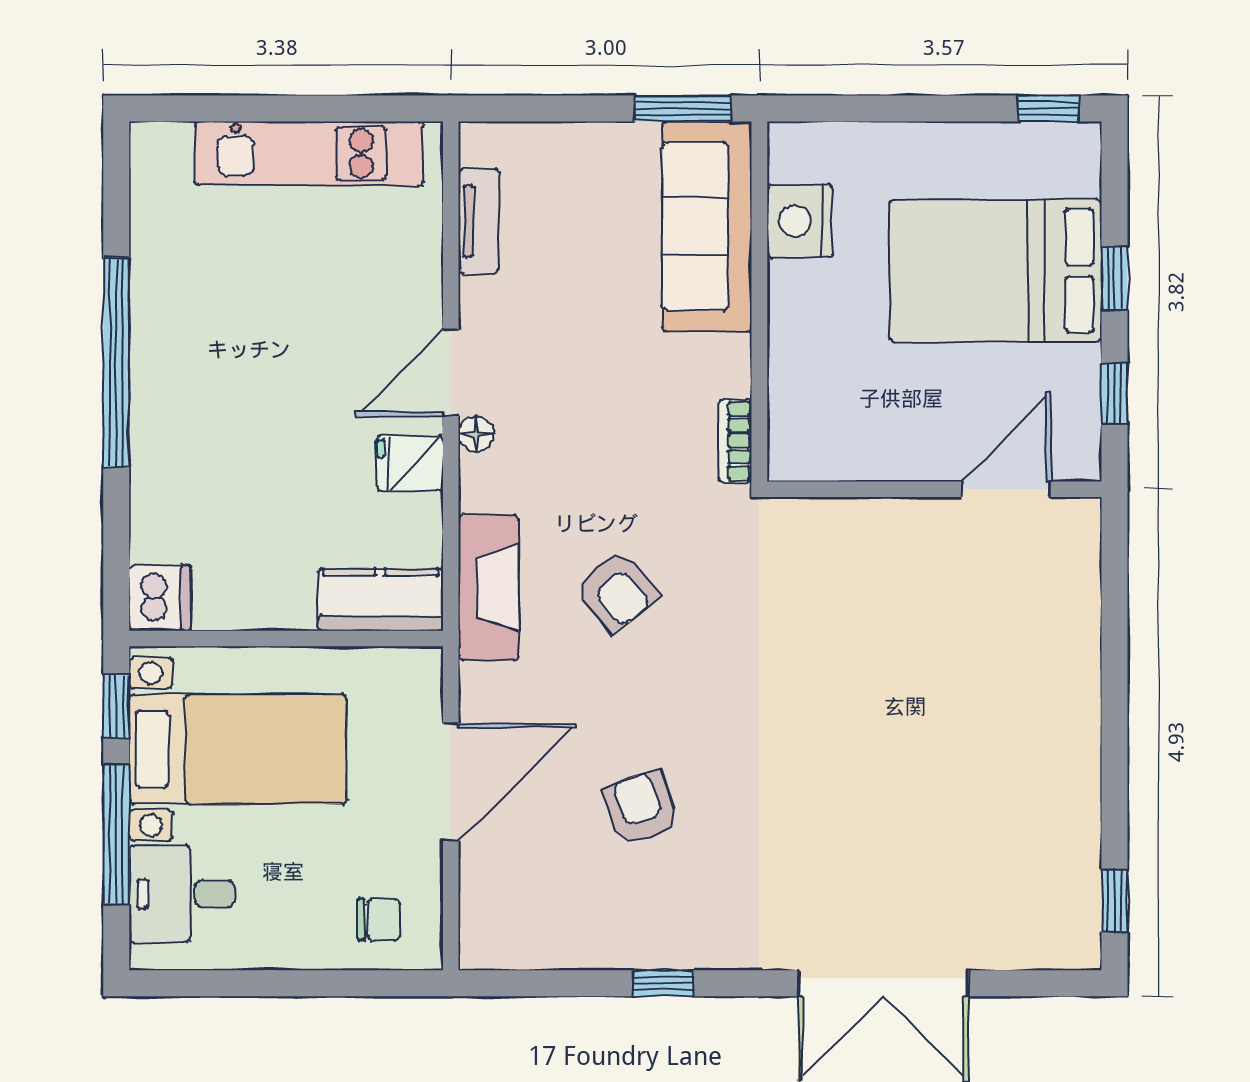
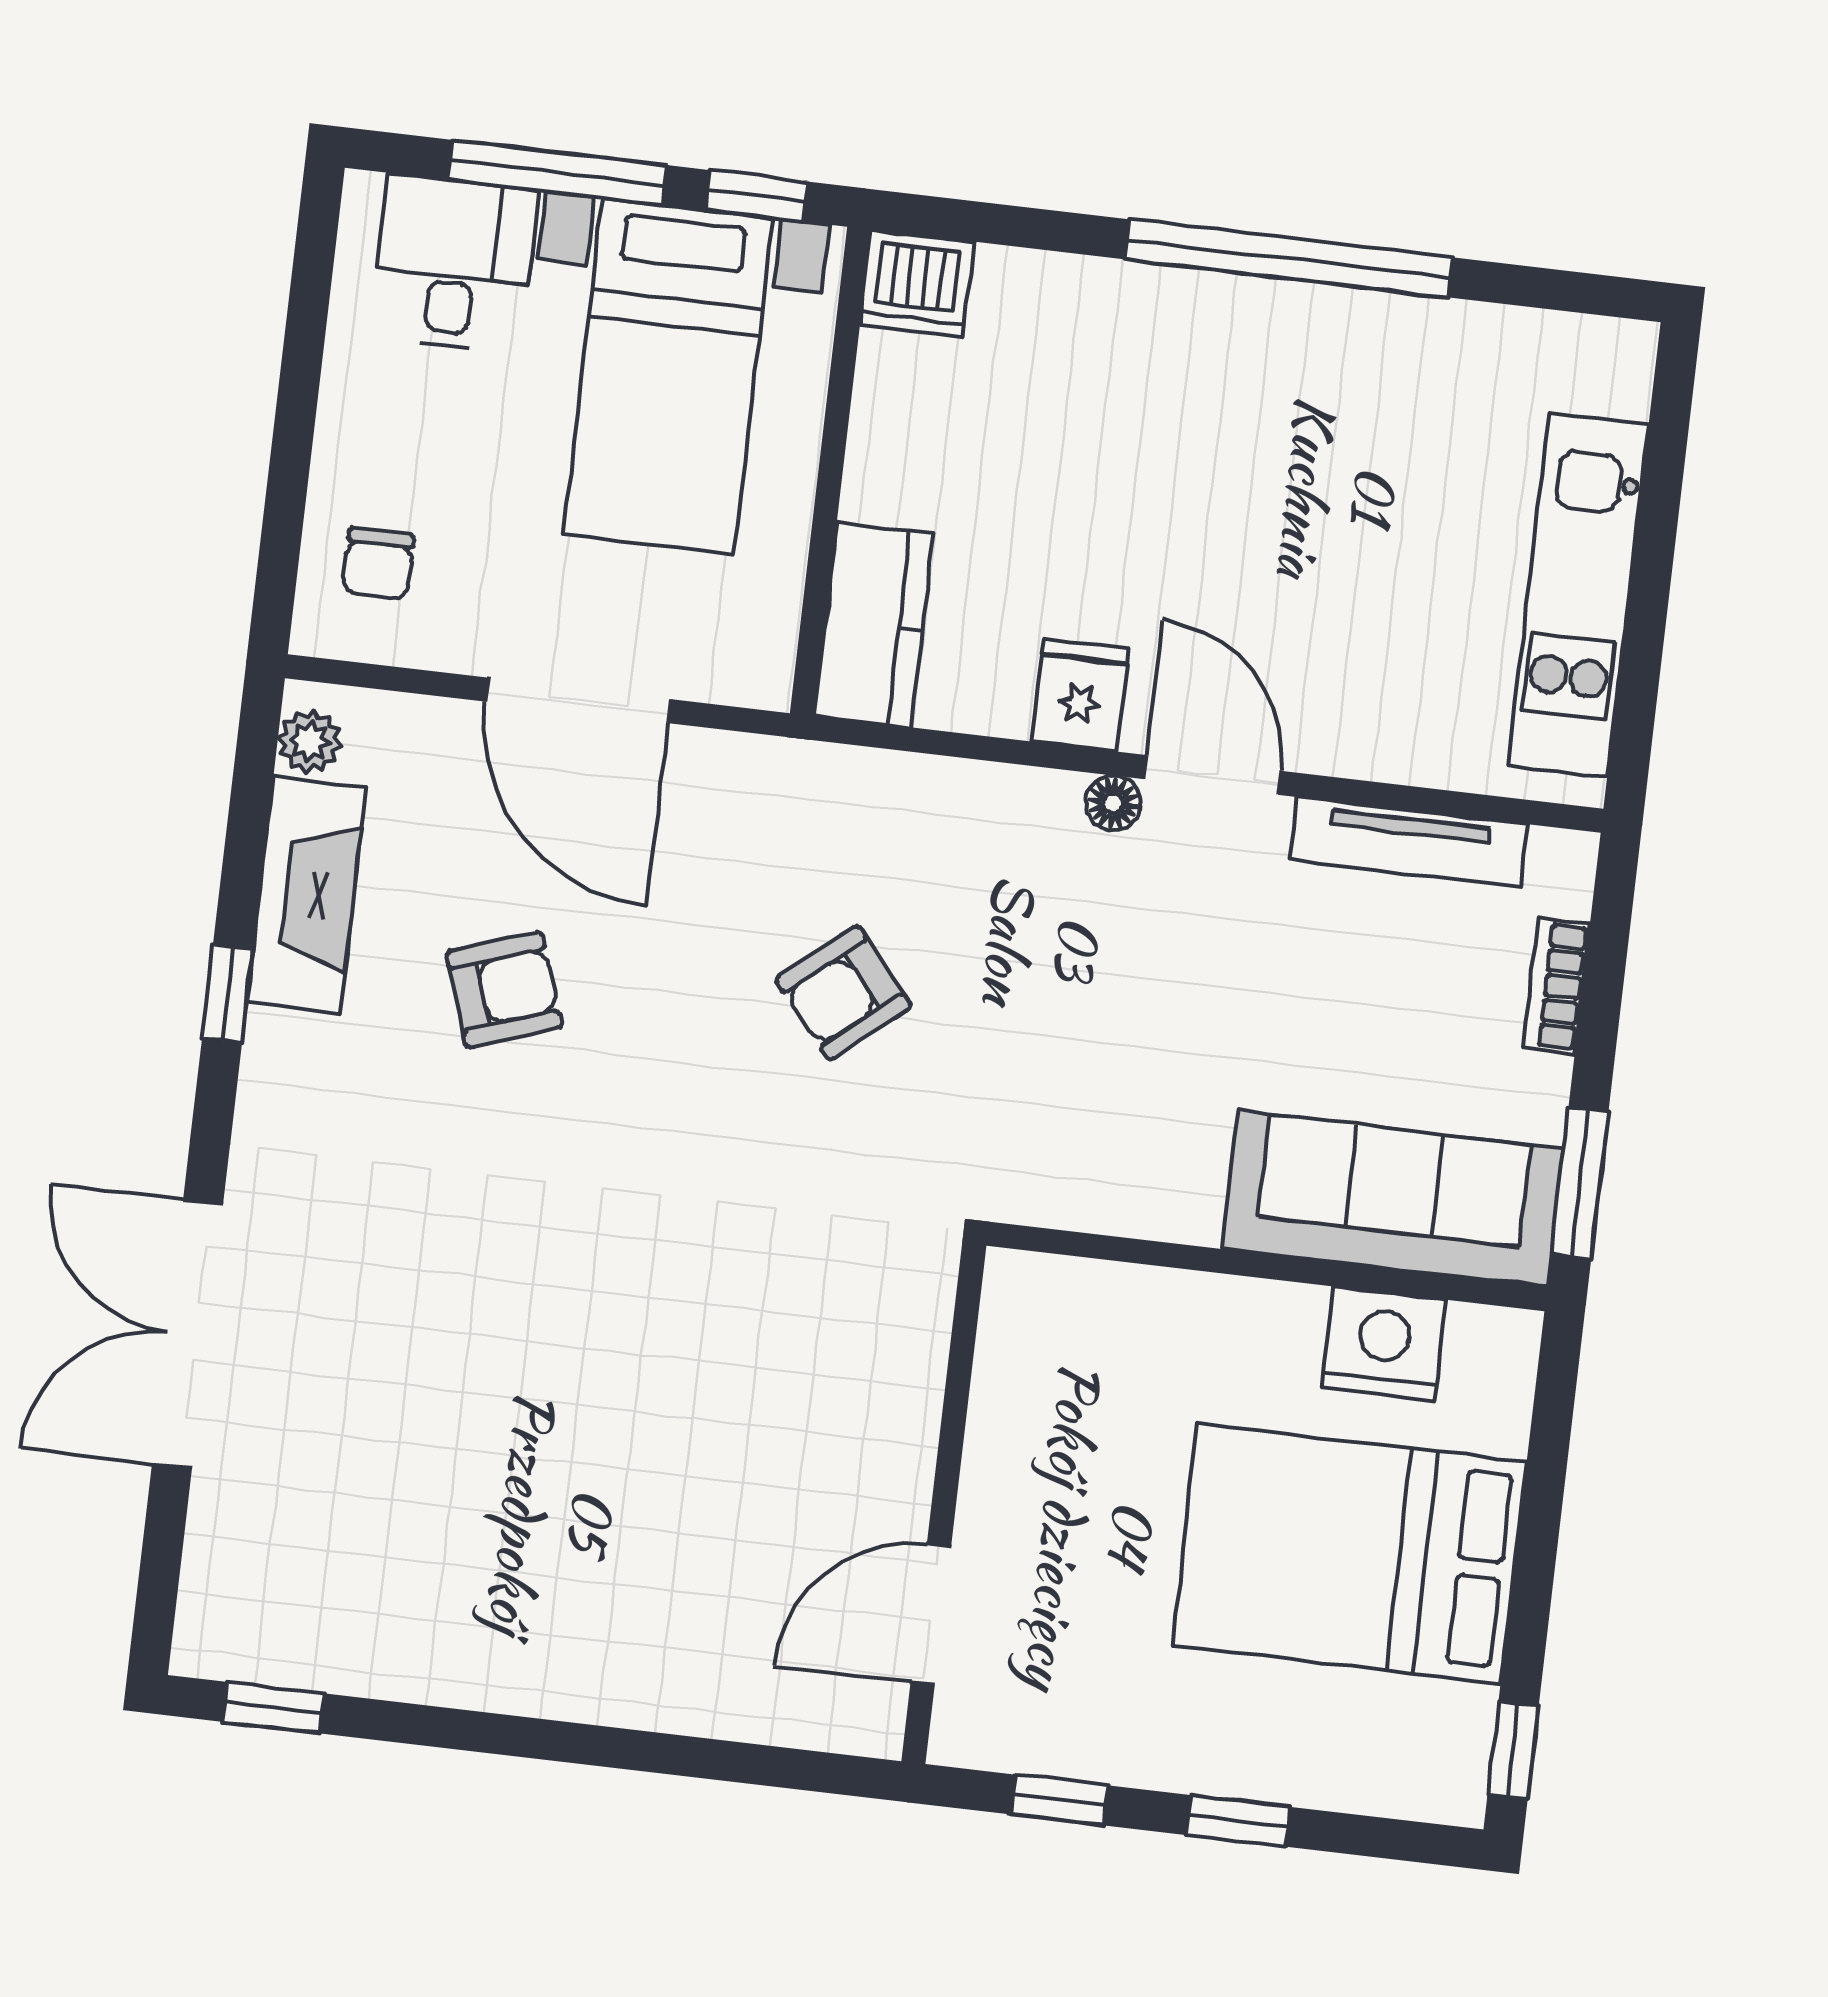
tv unit: (479, 221) -> (1409, 842), width x1.41
bed: (996, 271) -> (1349, 1553), moved, turned -90
bookcase: (735, 441) -> (1556, 986), moved, turned -90
door: (1006, 489) -> (931, 1615), swing flipped
fireplace: (489, 588) -> (307, 895), moved, turned -90
plant: (497, 950) -> (310, 742), added

